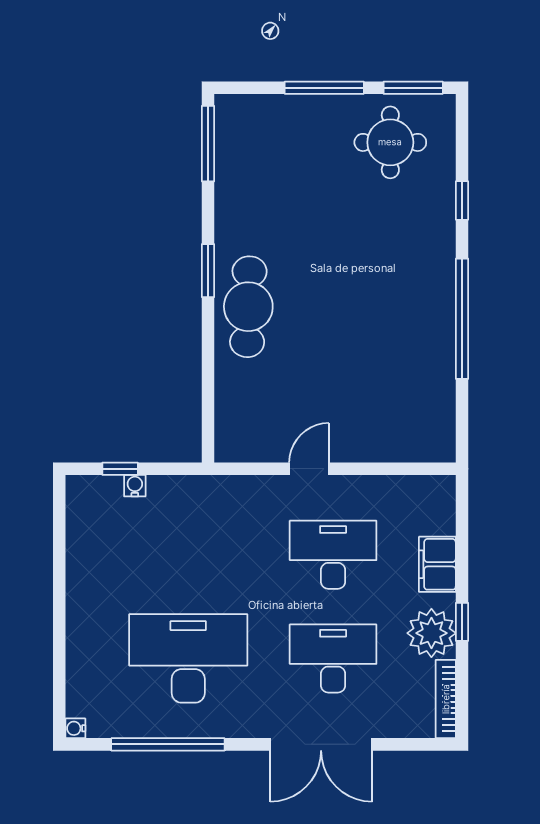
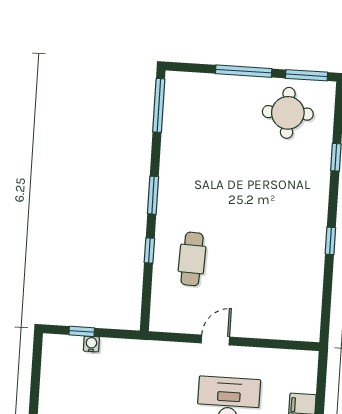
cafe table: (248, 307) -> (192, 259), moved, width x0.73, depth x0.74
window: (462, 319) -> (330, 241), width x0.32
window: (208, 349) -> (149, 251), added

